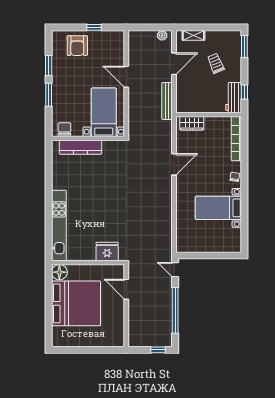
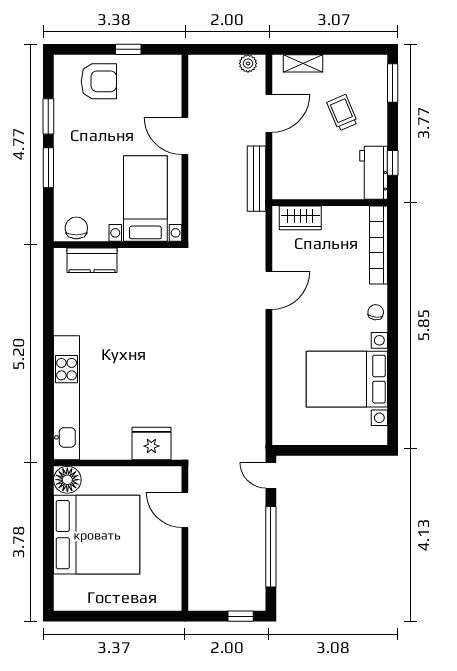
armchair: (77, 46) -> (99, 81), turned -90
kitchen counter: (80, 147) -> (92, 260), width x0.67
bed with nightstands: (218, 208) -> (347, 379), width x1.36

